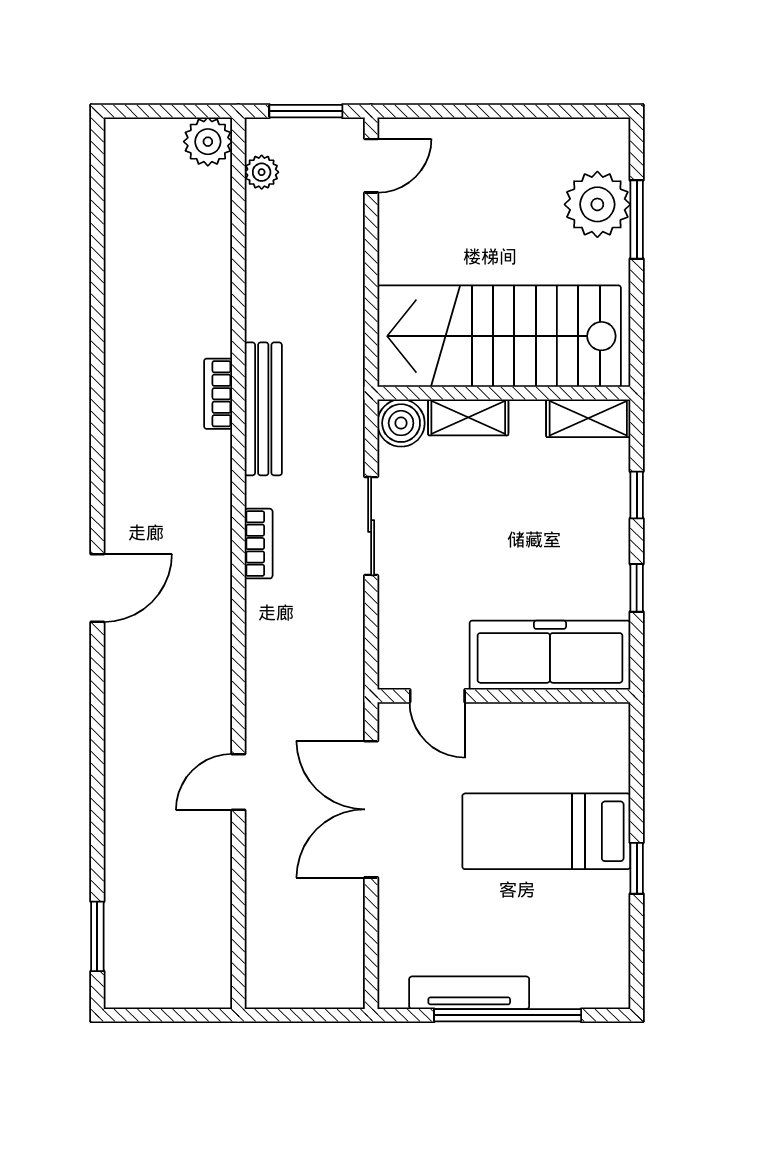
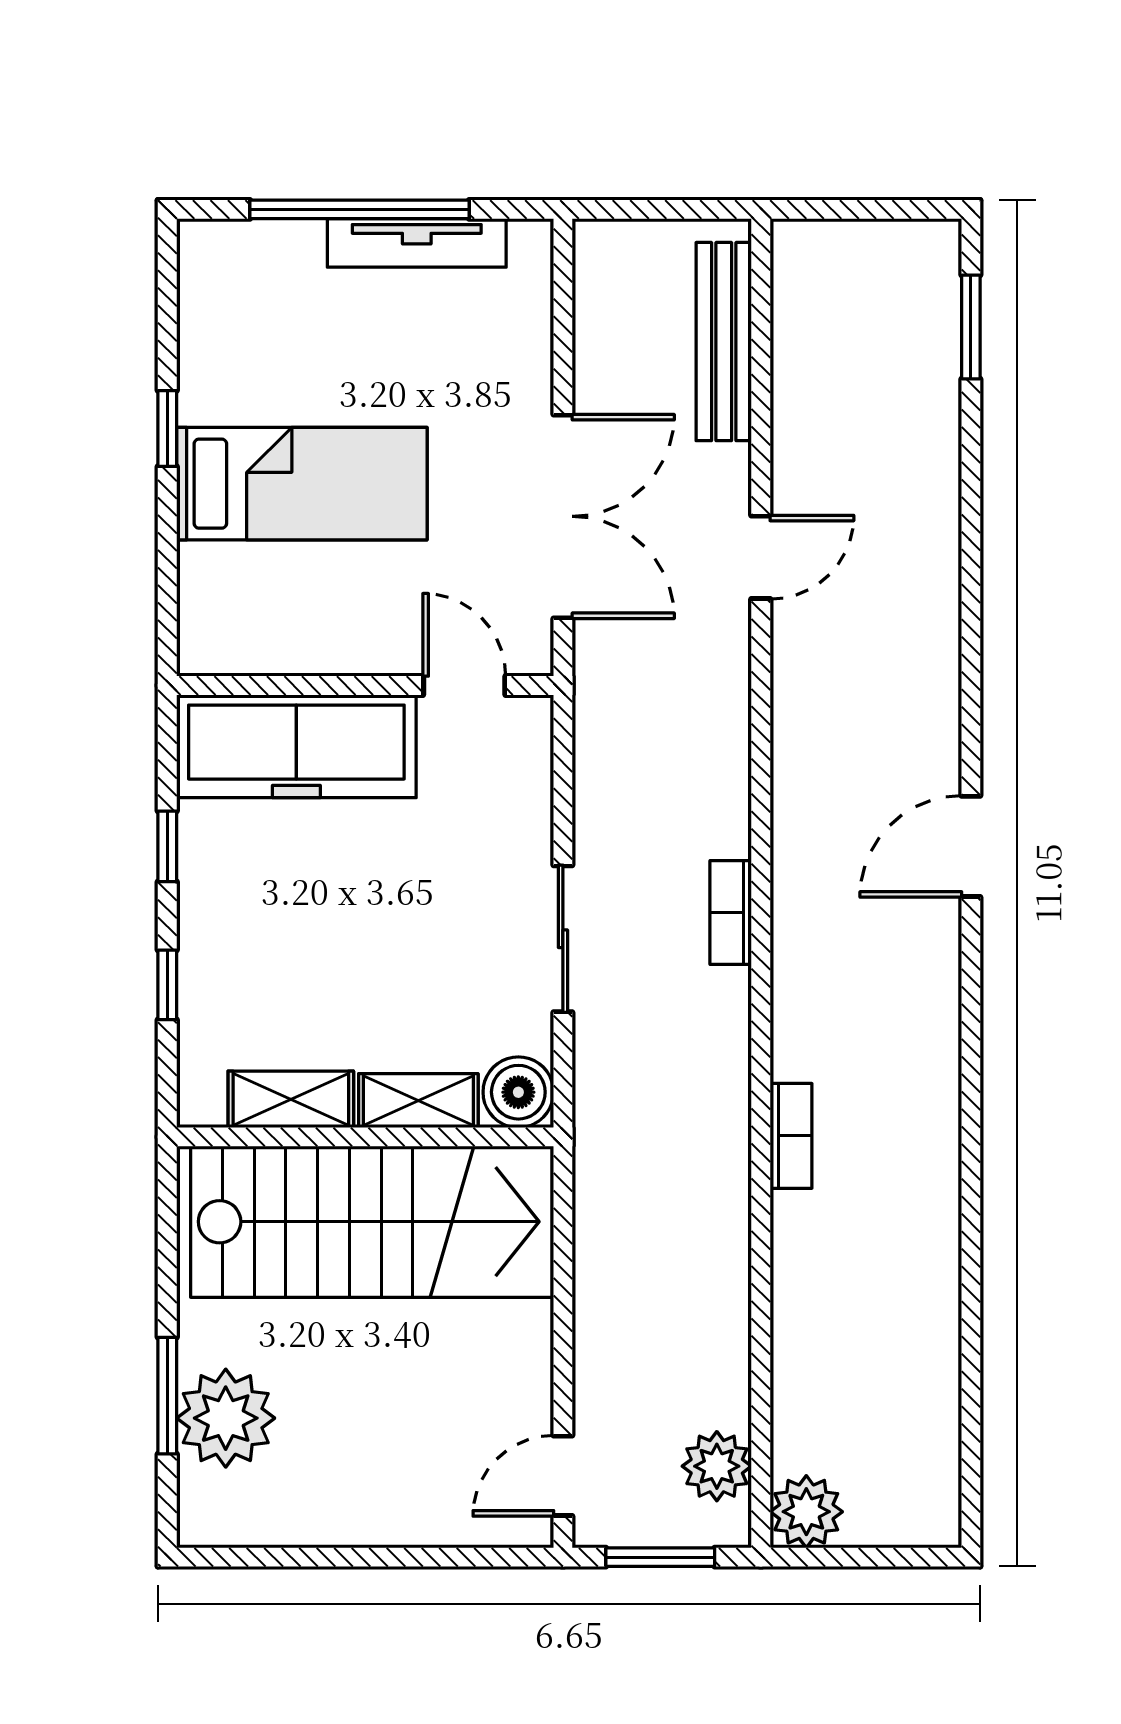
plant: (262, 172) -> (717, 1466), width x1.38, depth x1.38
bench: (263, 409) -> (724, 342), moved
shelving: (588, 418) -> (291, 1099), moved

